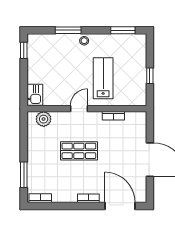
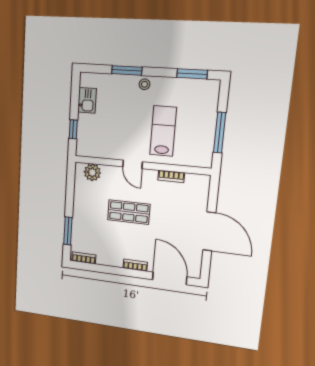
window: (24, 50) -> (73, 129), moved
window: (150, 76) -> (220, 133), width x2.17
kitchen sink: (35, 95) -> (87, 100), moved
door: (79, 109) -> (132, 164), swing flipped

